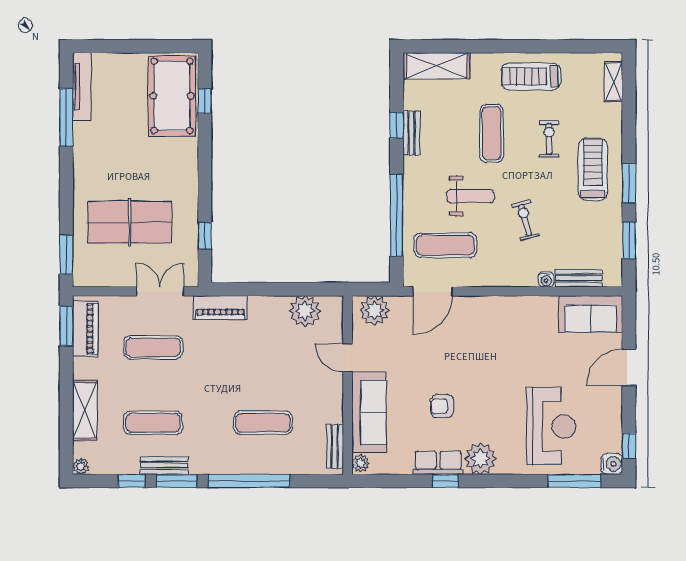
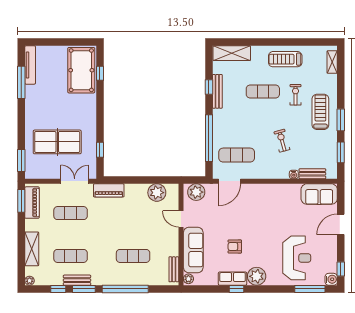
bench: (411, 133) -> (217, 91), width x1.36
exercise mat: (492, 133) -> (263, 91), turned 90
weight bench: (470, 196) -> (251, 127), removed

